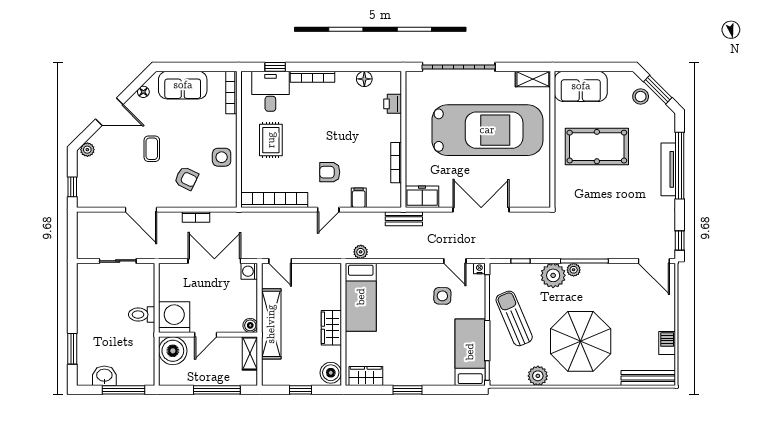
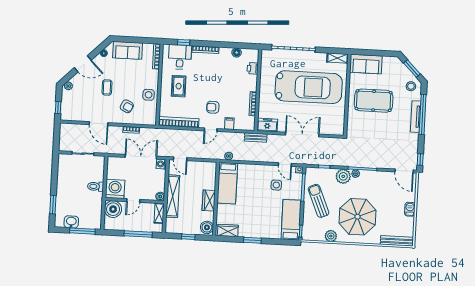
stool: (641, 97) -> (411, 86), moved
barbecue: (667, 343) -> (410, 209), moved

